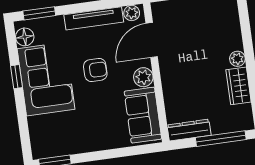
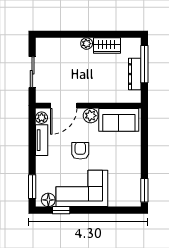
tv unit: (94, 18) -> (42, 140), width x0.71
door: (152, 40) -> (64, 106), hinge flipped
window: (16, 77) -> (61, 210), moved
dresser: (189, 130) -> (135, 74), moved

